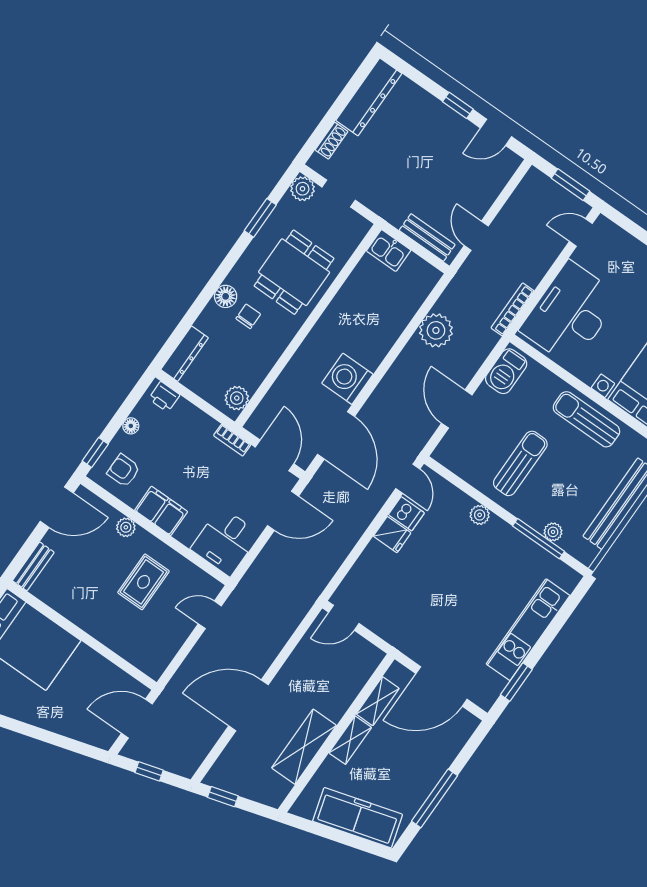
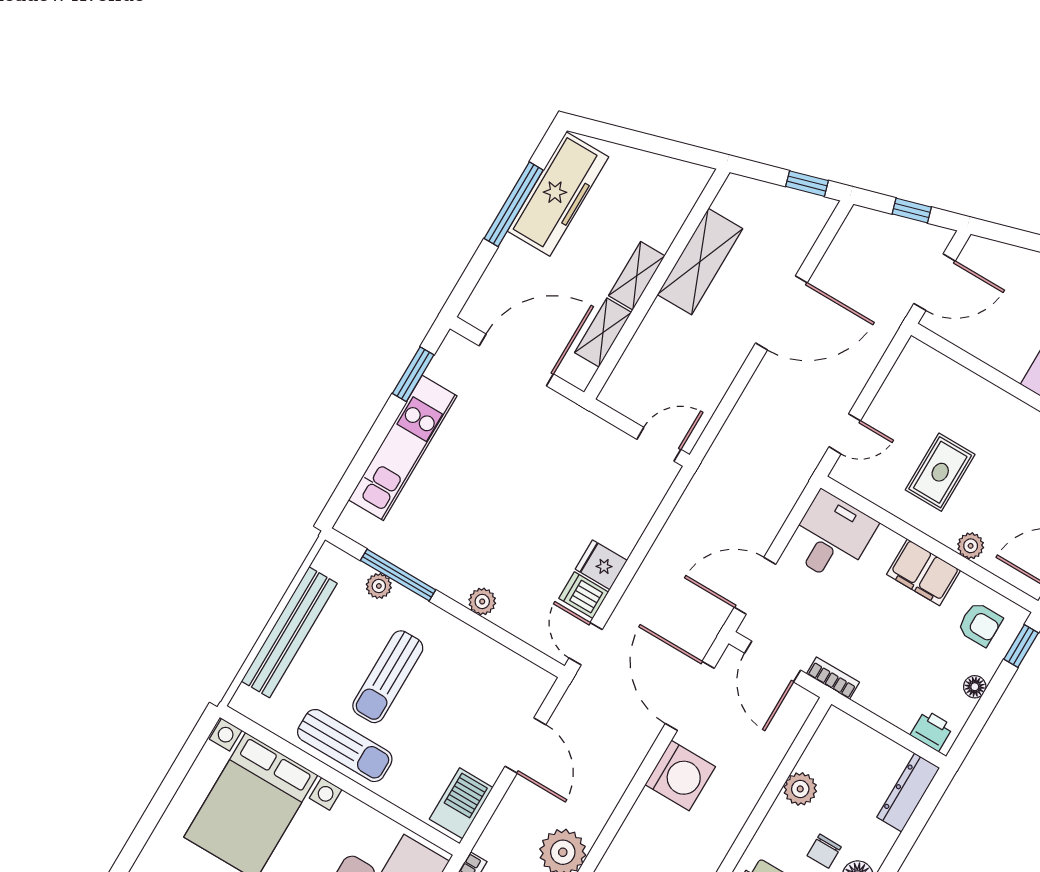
plant: (237, 398) -> (800, 789), moved
sun lounger: (520, 463) -> (388, 677), moved
freezer: (358, 818) -> (558, 194), moved, turned -74

